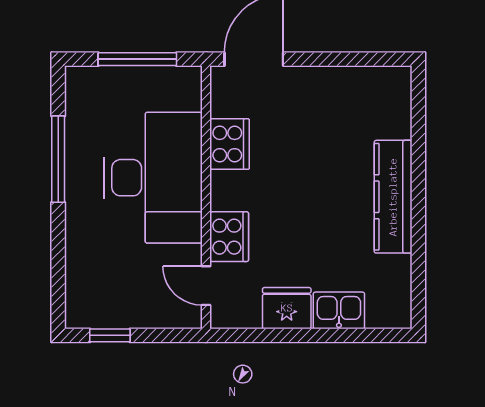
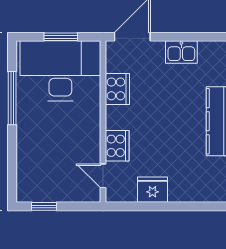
window: (137, 59) -> (61, 37), width x0.69
desk: (153, 178) -> (60, 71), moved, turned -90
kitchen sink: (339, 310) -> (181, 52), moved, turned 180

